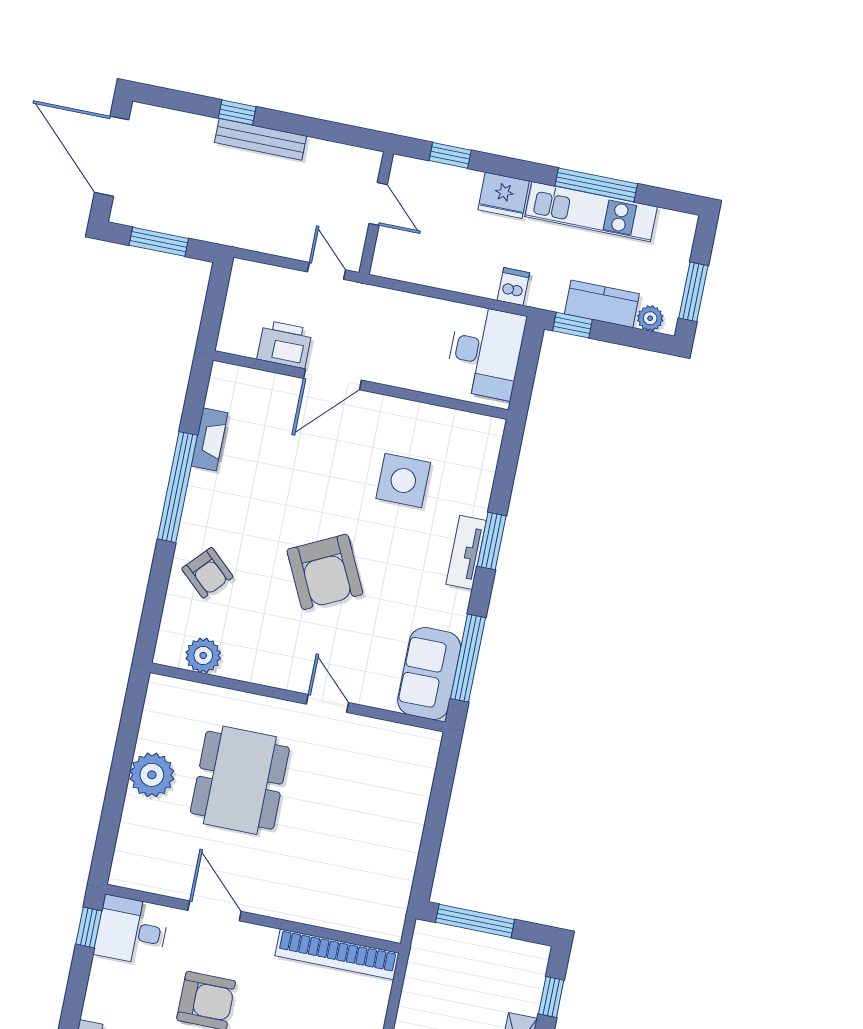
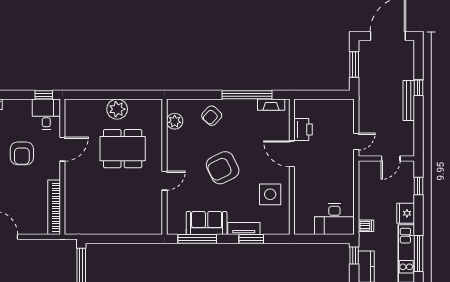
printer: (285, 344) -> (303, 130), moved
door: (332, 379) -> (292, 154), moved
wall: (361, 385) -> (292, 167), moved
sofa: (429, 674) -> (207, 223), moved

